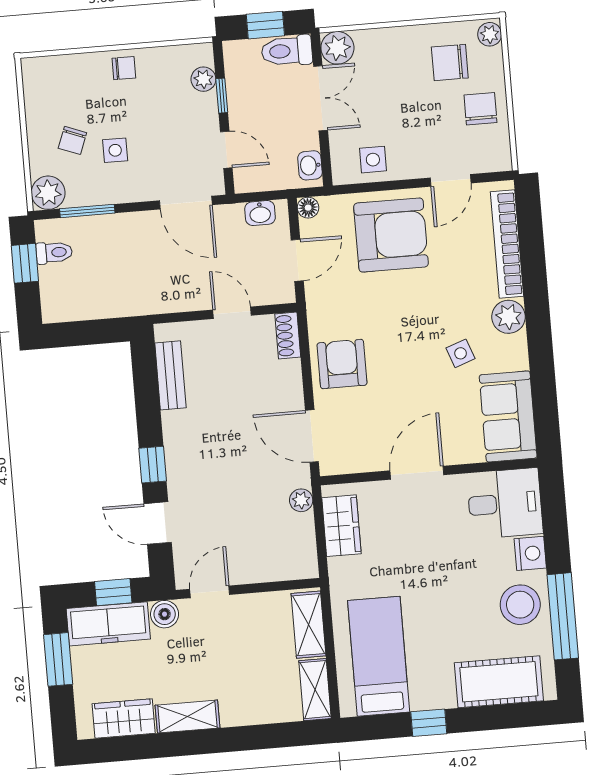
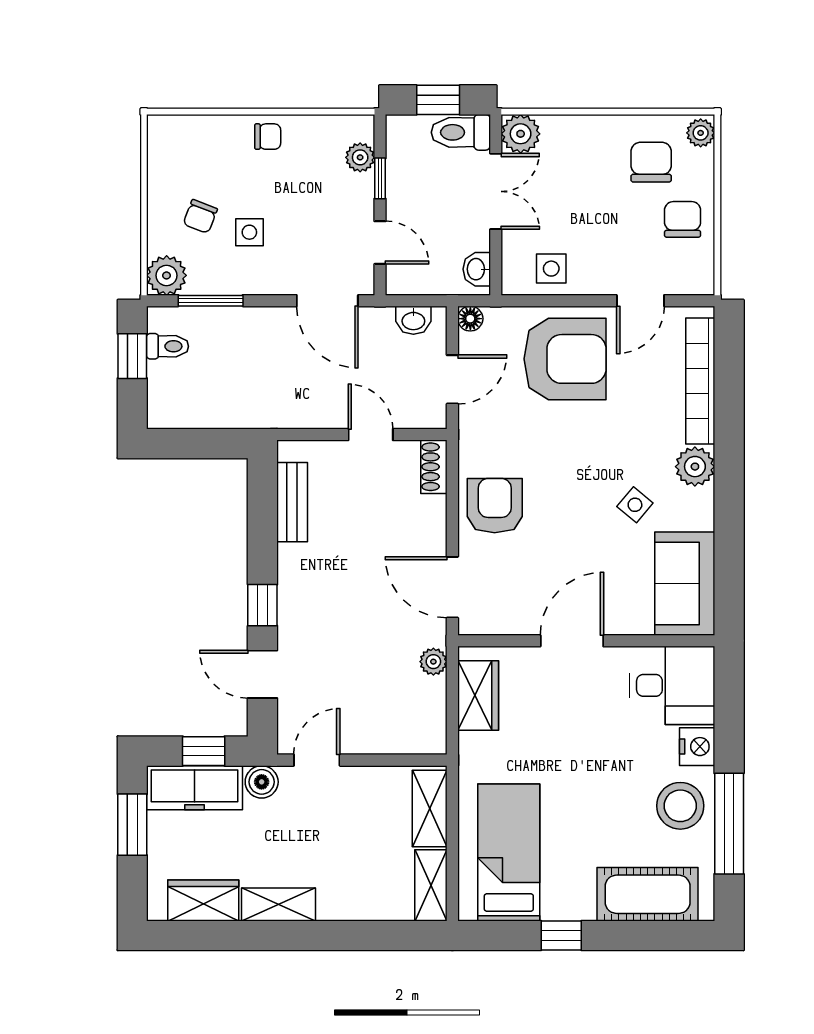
chair: (450, 62) -> (651, 162), turned 90
side table: (461, 353) -> (635, 505), turned -30

